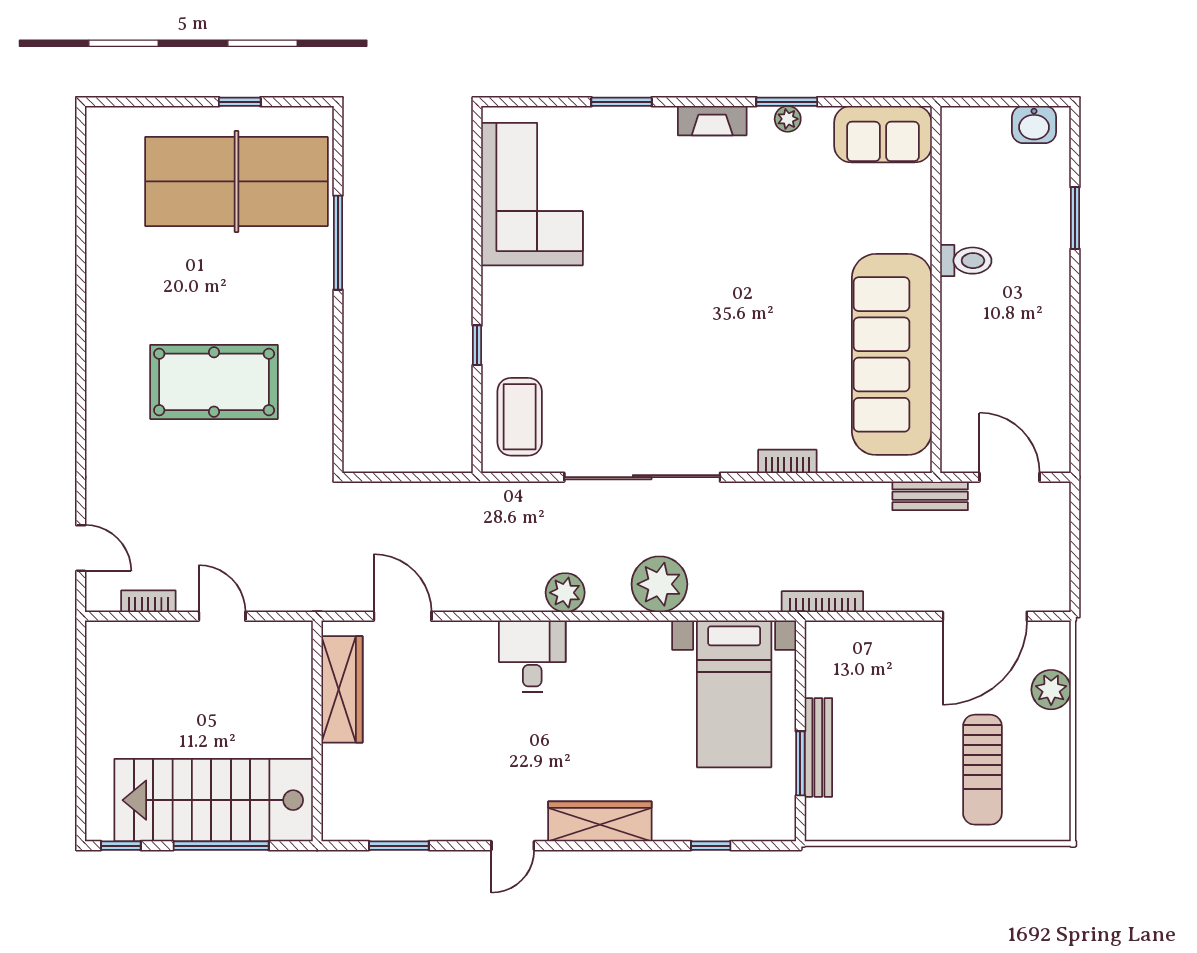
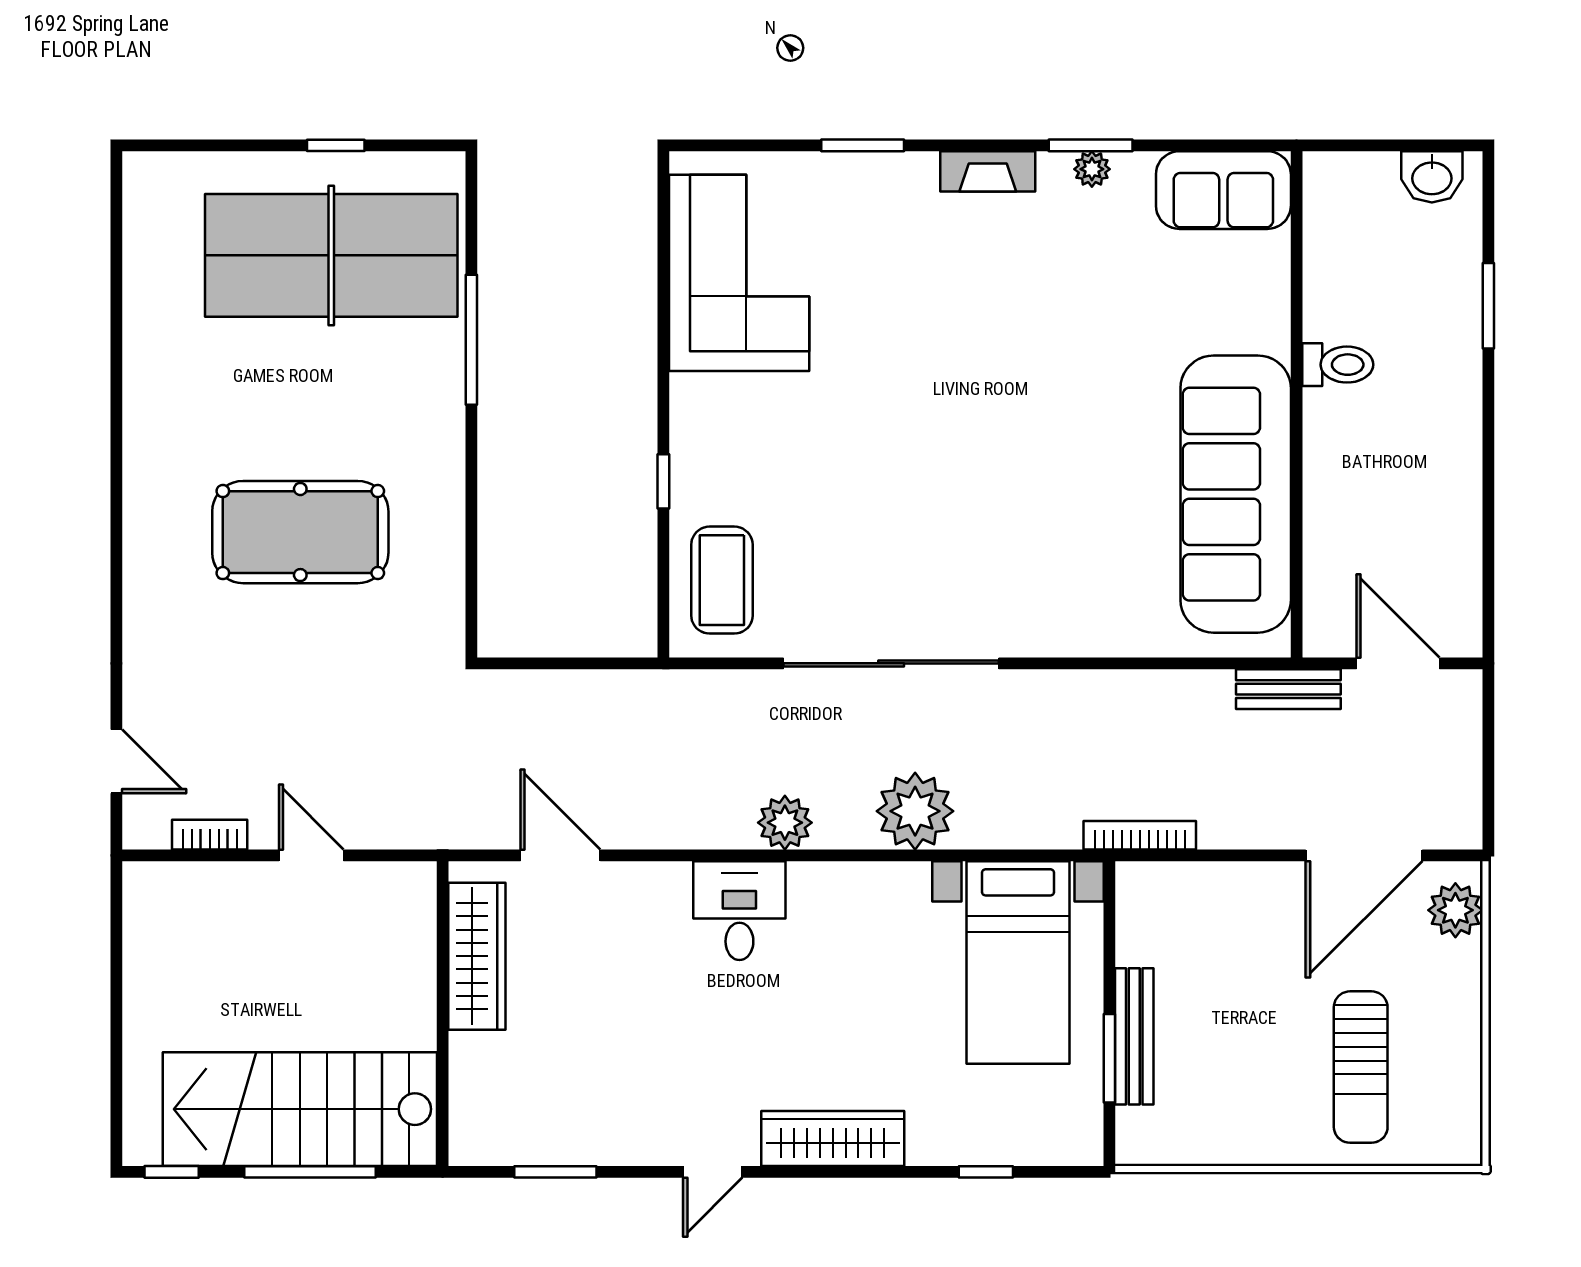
bookcase: (787, 461) -> (1092, 642), removed
plant: (1051, 690) -> (1455, 910), moved

